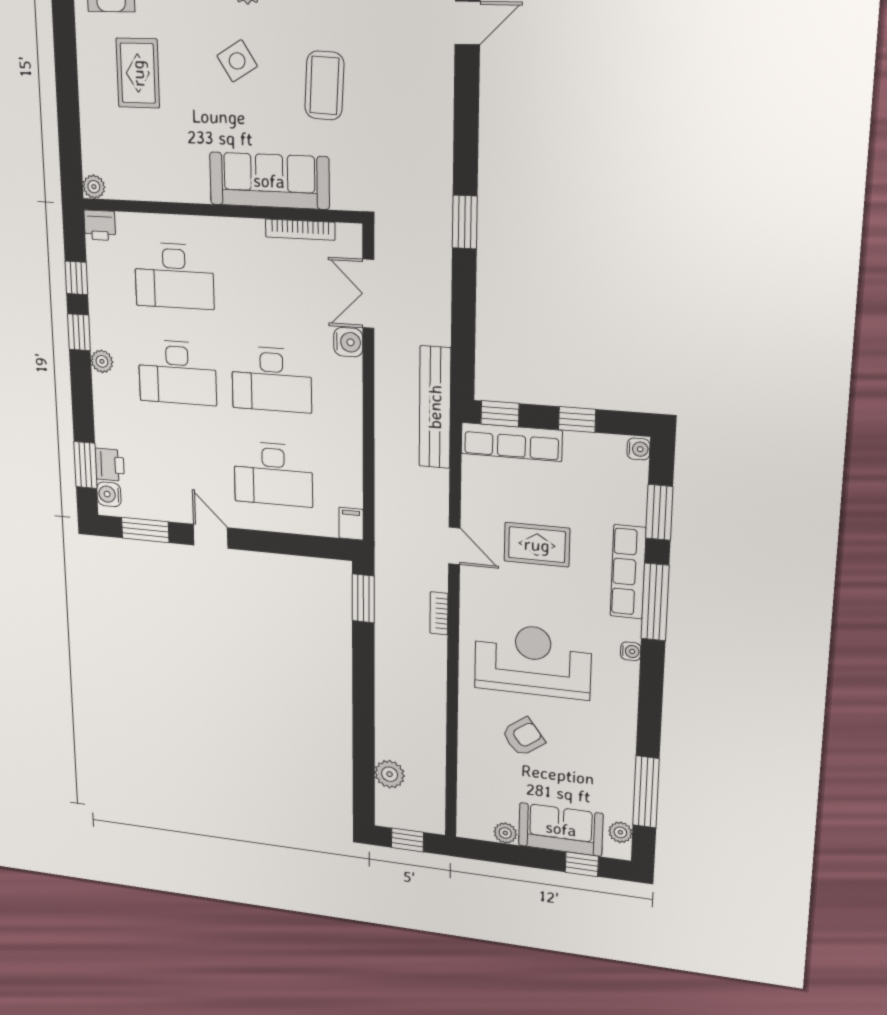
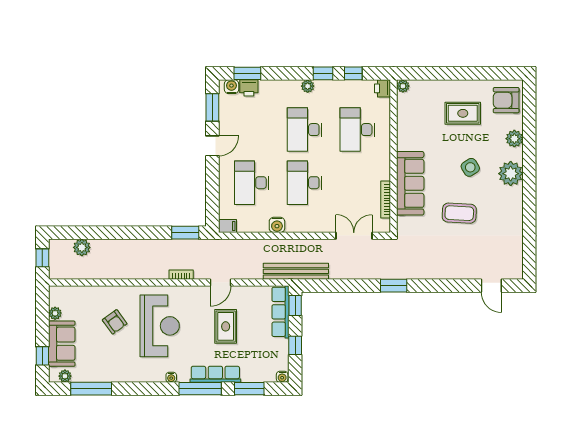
water cooler: (348, 342) -> (277, 225), moved

